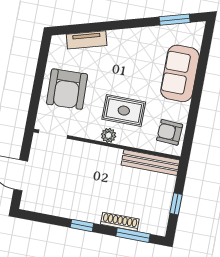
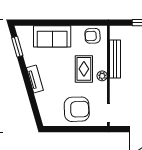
tv unit: (87, 40) -> (35, 79), moved
armchair: (170, 132) -> (93, 36), turned 84
bench: (150, 163) -> (115, 59), moved

